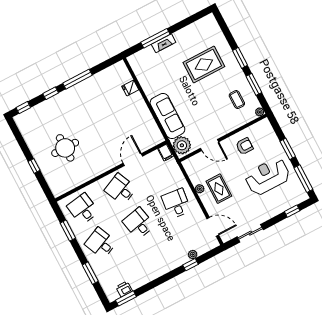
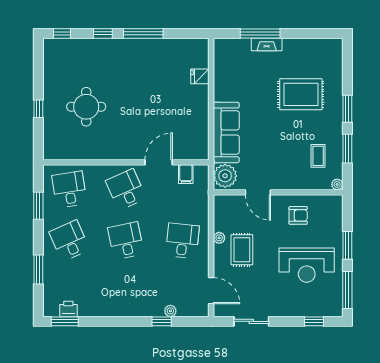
filing cabinet: (166, 152) -> (186, 174), moved
reception desk: (268, 176) -> (307, 265), turned 180

